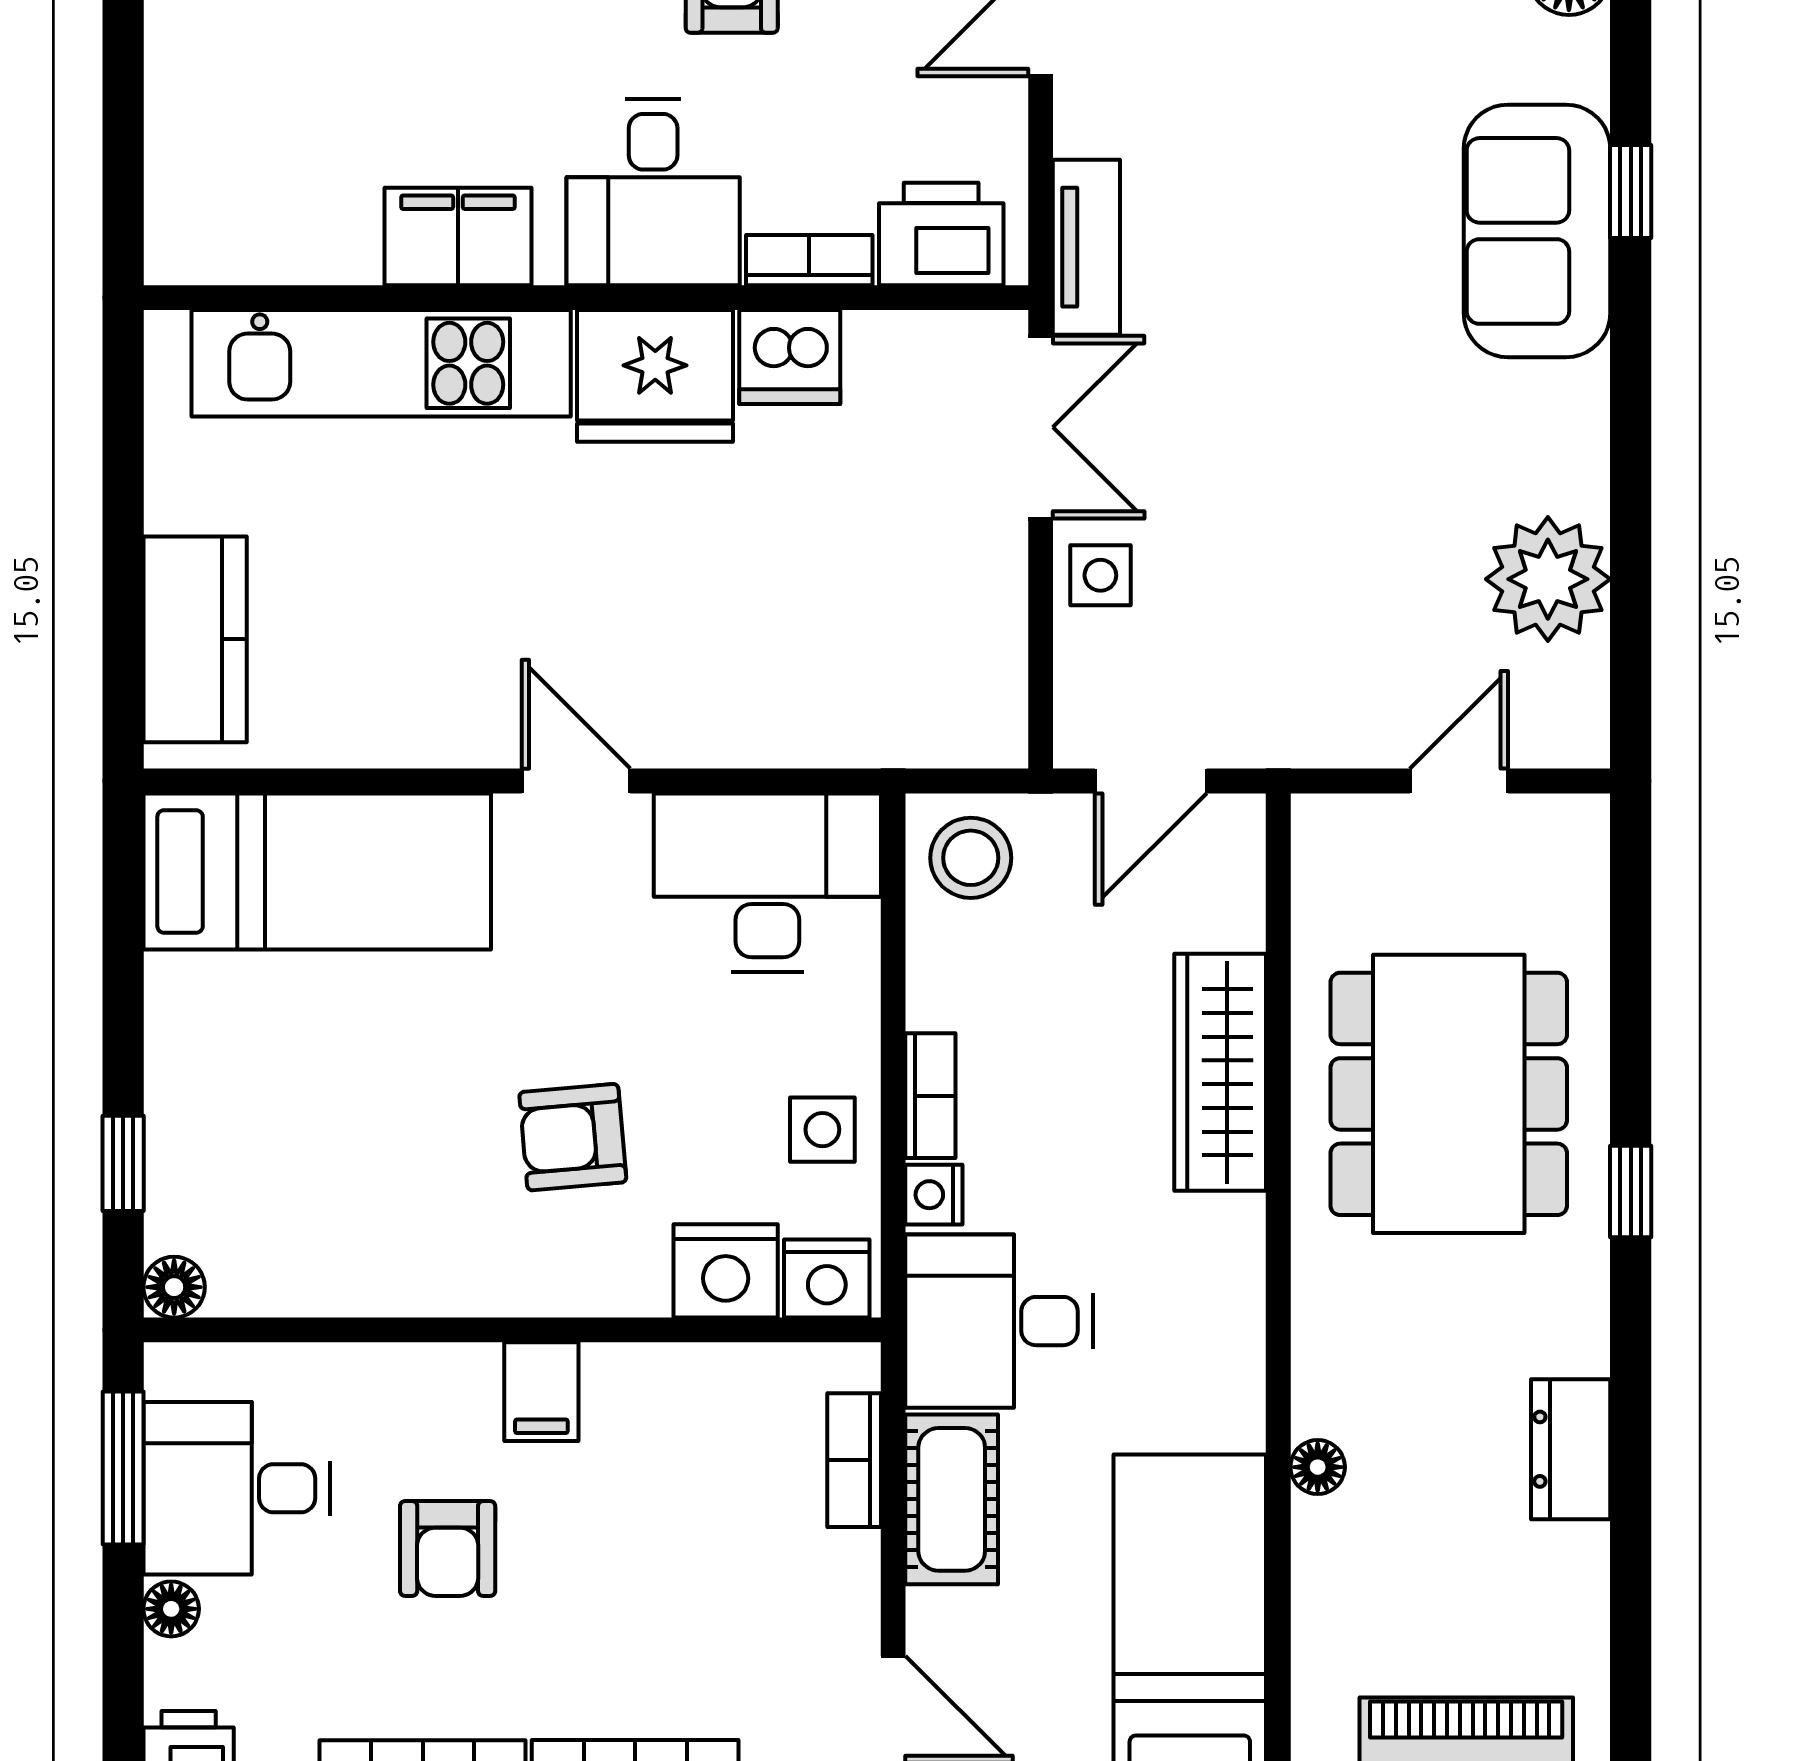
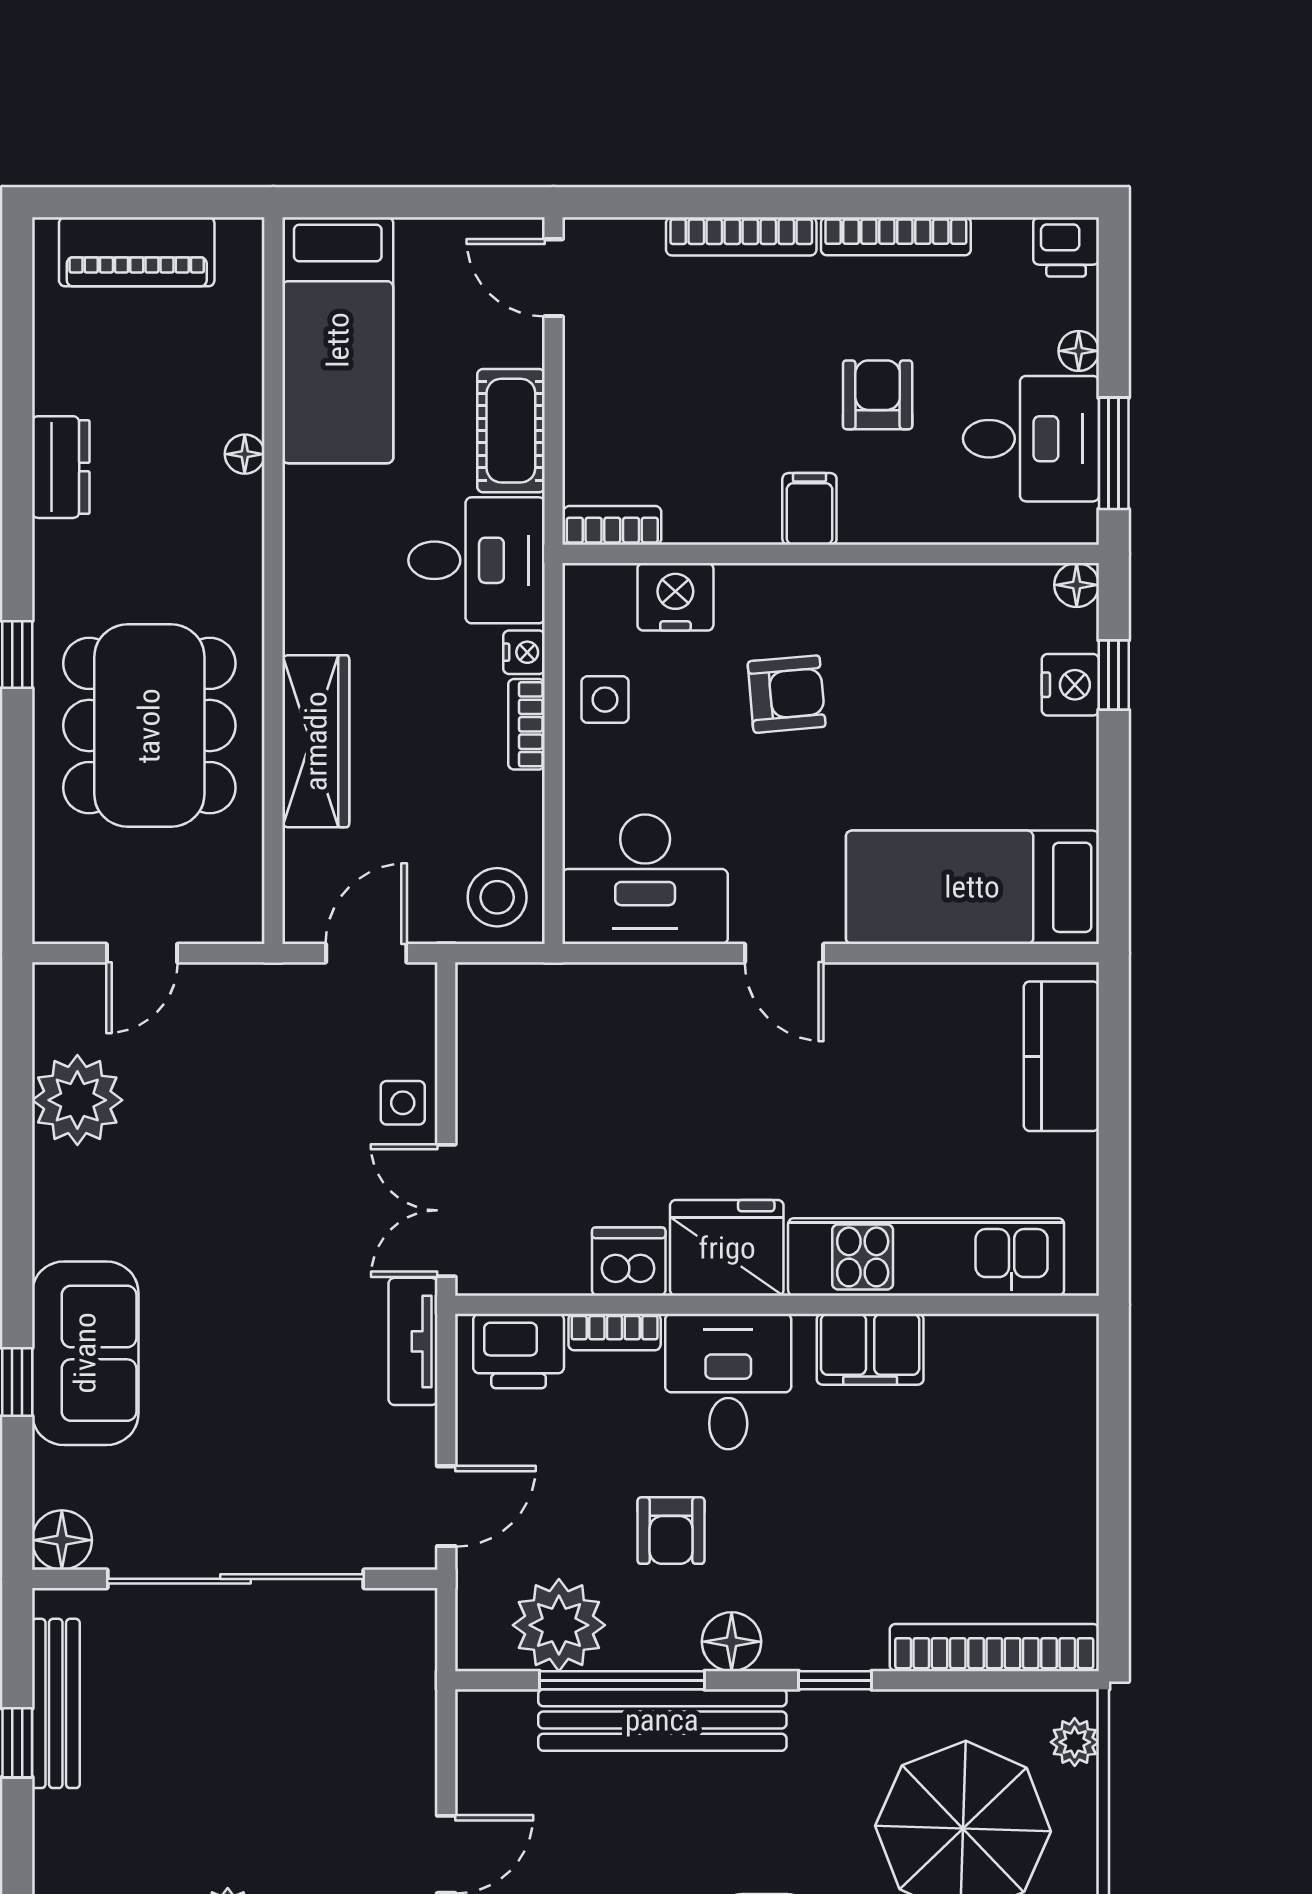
nightstand: (827, 1278) -> (1070, 685), moved, turned 90
bookcase: (854, 1460) -> (612, 525), moved, turned -90

